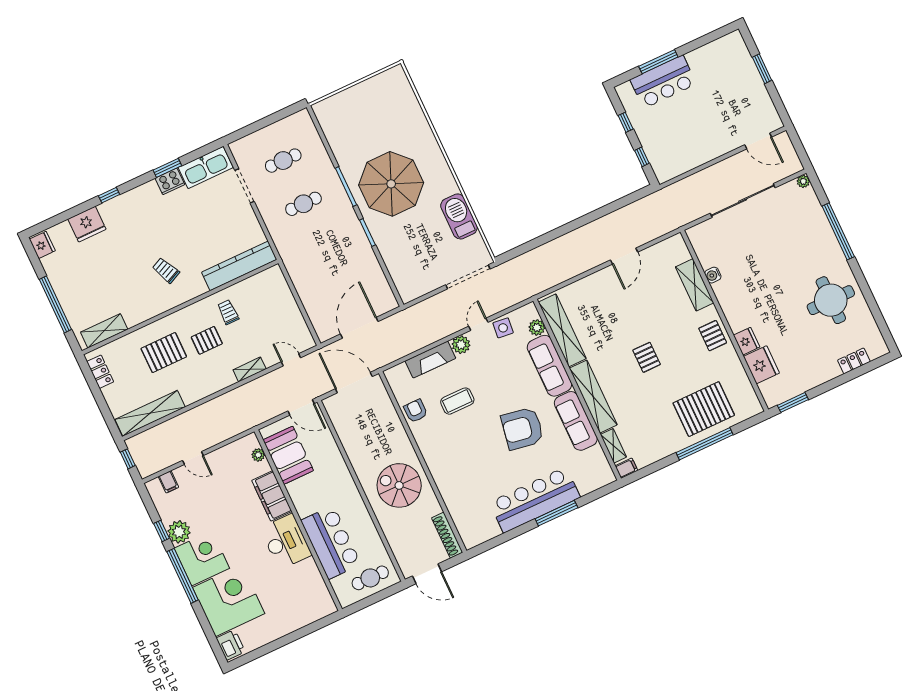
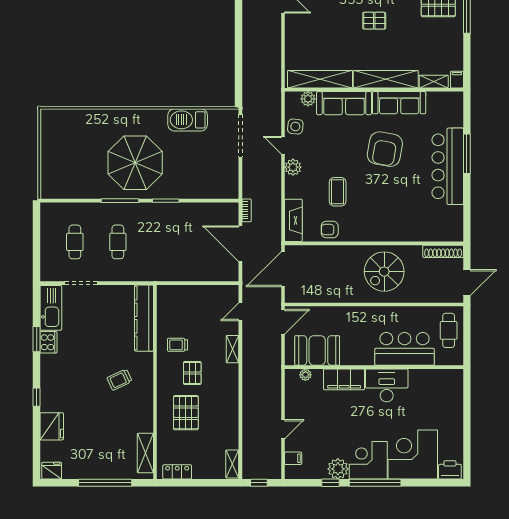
bookcase: (396, 318) -> (247, 210), added
fireplace: (430, 360) -> (293, 220), moved
shelving: (150, 413) -> (232, 464), width x0.45, depth x0.75

